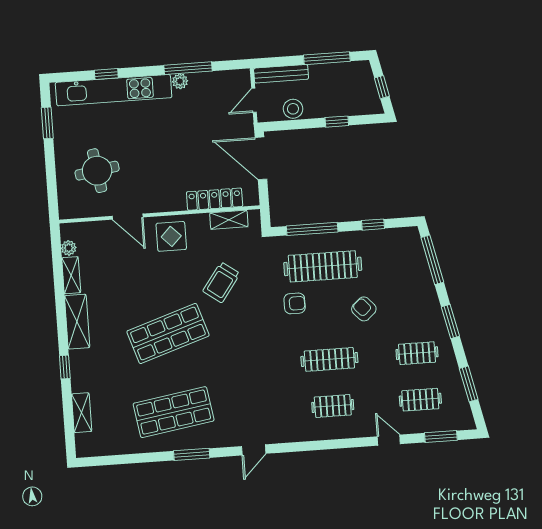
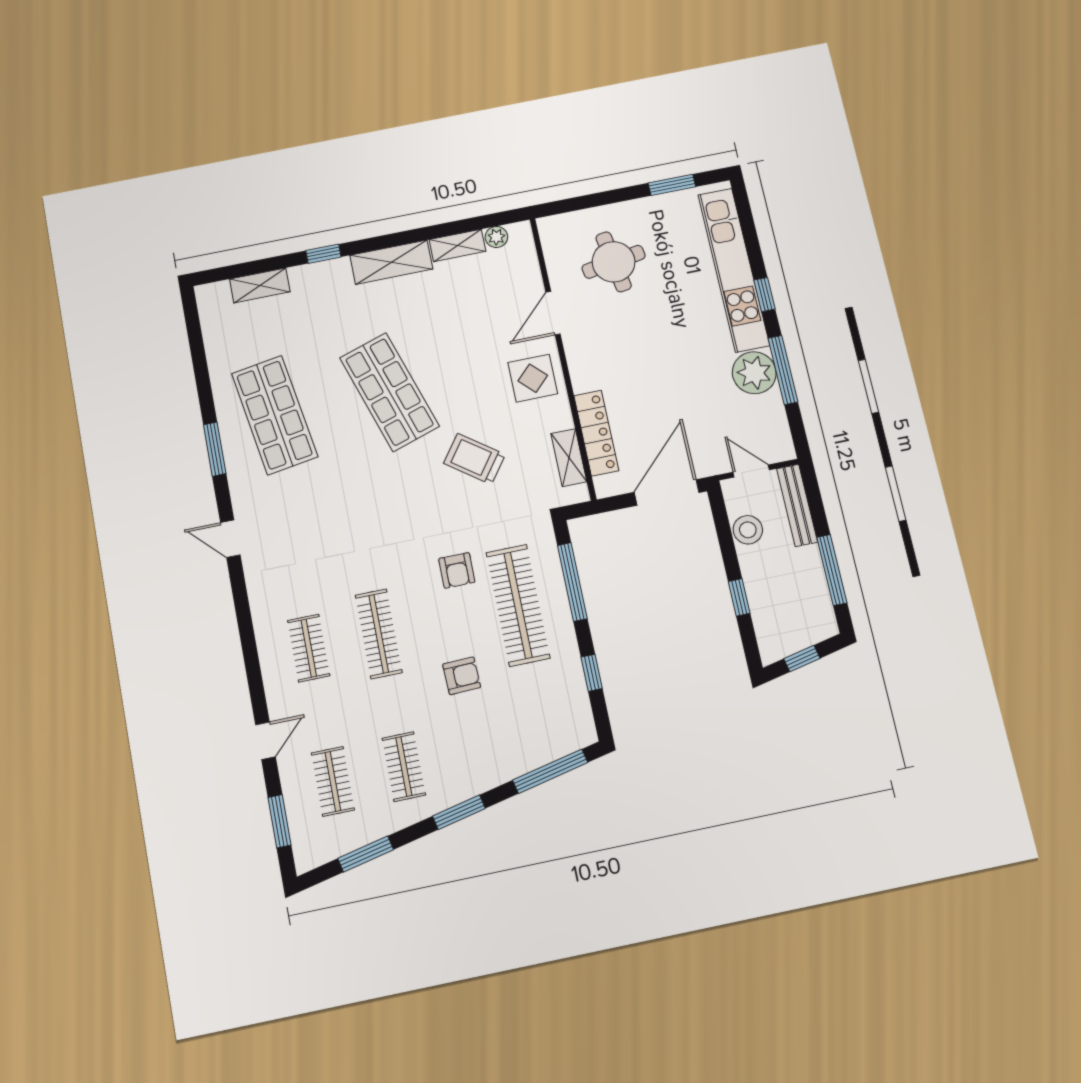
window: (106, 74) -> (765, 295), moved
plant: (180, 81) -> (754, 373), width x1.88, depth x1.88
armchair: (364, 309) -> (462, 676), turned 40

